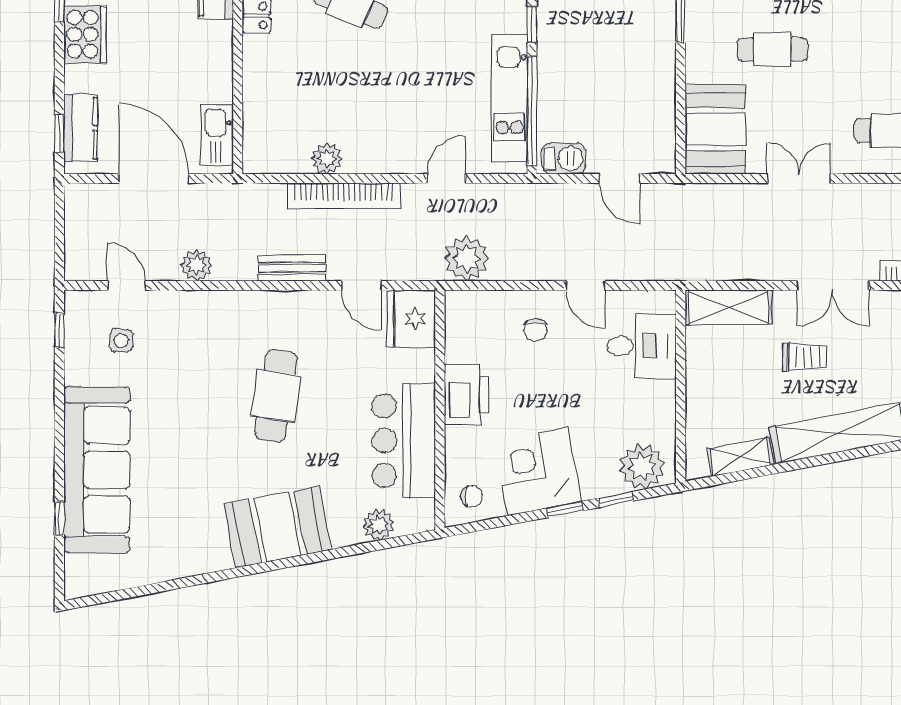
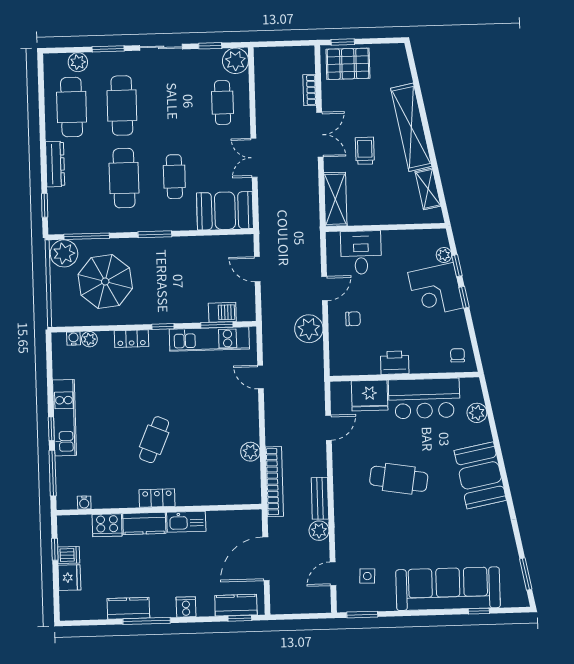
cooker: (85, 34) -> (186, 607), width x0.53, depth x0.76
window: (532, 111) -> (217, 325), width x0.47
kitchen sink: (217, 135) -> (186, 522), moved
barbecue: (564, 159) -> (222, 312), moved, turned 90
door: (620, 179) -> (257, 269), swing flipped
bookcase: (344, 196) -> (274, 482), moved
plant: (467, 258) -> (309, 329), moved
bench: (292, 268) -> (320, 498), moved
fridge: (411, 319) -> (370, 396), moved
window: (59, 331) -> (362, 615), width x1.50
printer: (466, 395) -> (395, 363), width x0.73, depth x0.84
plant: (642, 467) -> (444, 255), width x0.53, depth x0.53
corner desk: (538, 472) -> (436, 290), moved
window: (117, 595) -> (526, 574), added

